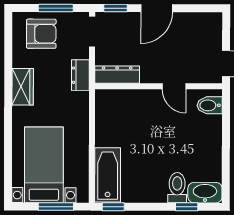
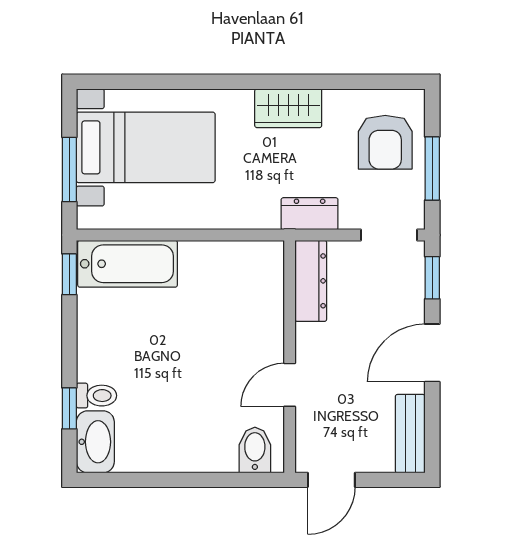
door: (157, 8) -> (432, 353), hinge flipped
bench: (201, 20) -> (410, 434), added
toilet: (177, 188) -> (97, 396), width x0.73, depth x0.72

